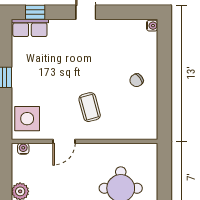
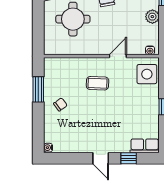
window: (35, 12) -> (129, 158), moved
window: (164, 99) -> (38, 89), added
coffee table: (90, 107) -> (98, 83), turned -73

